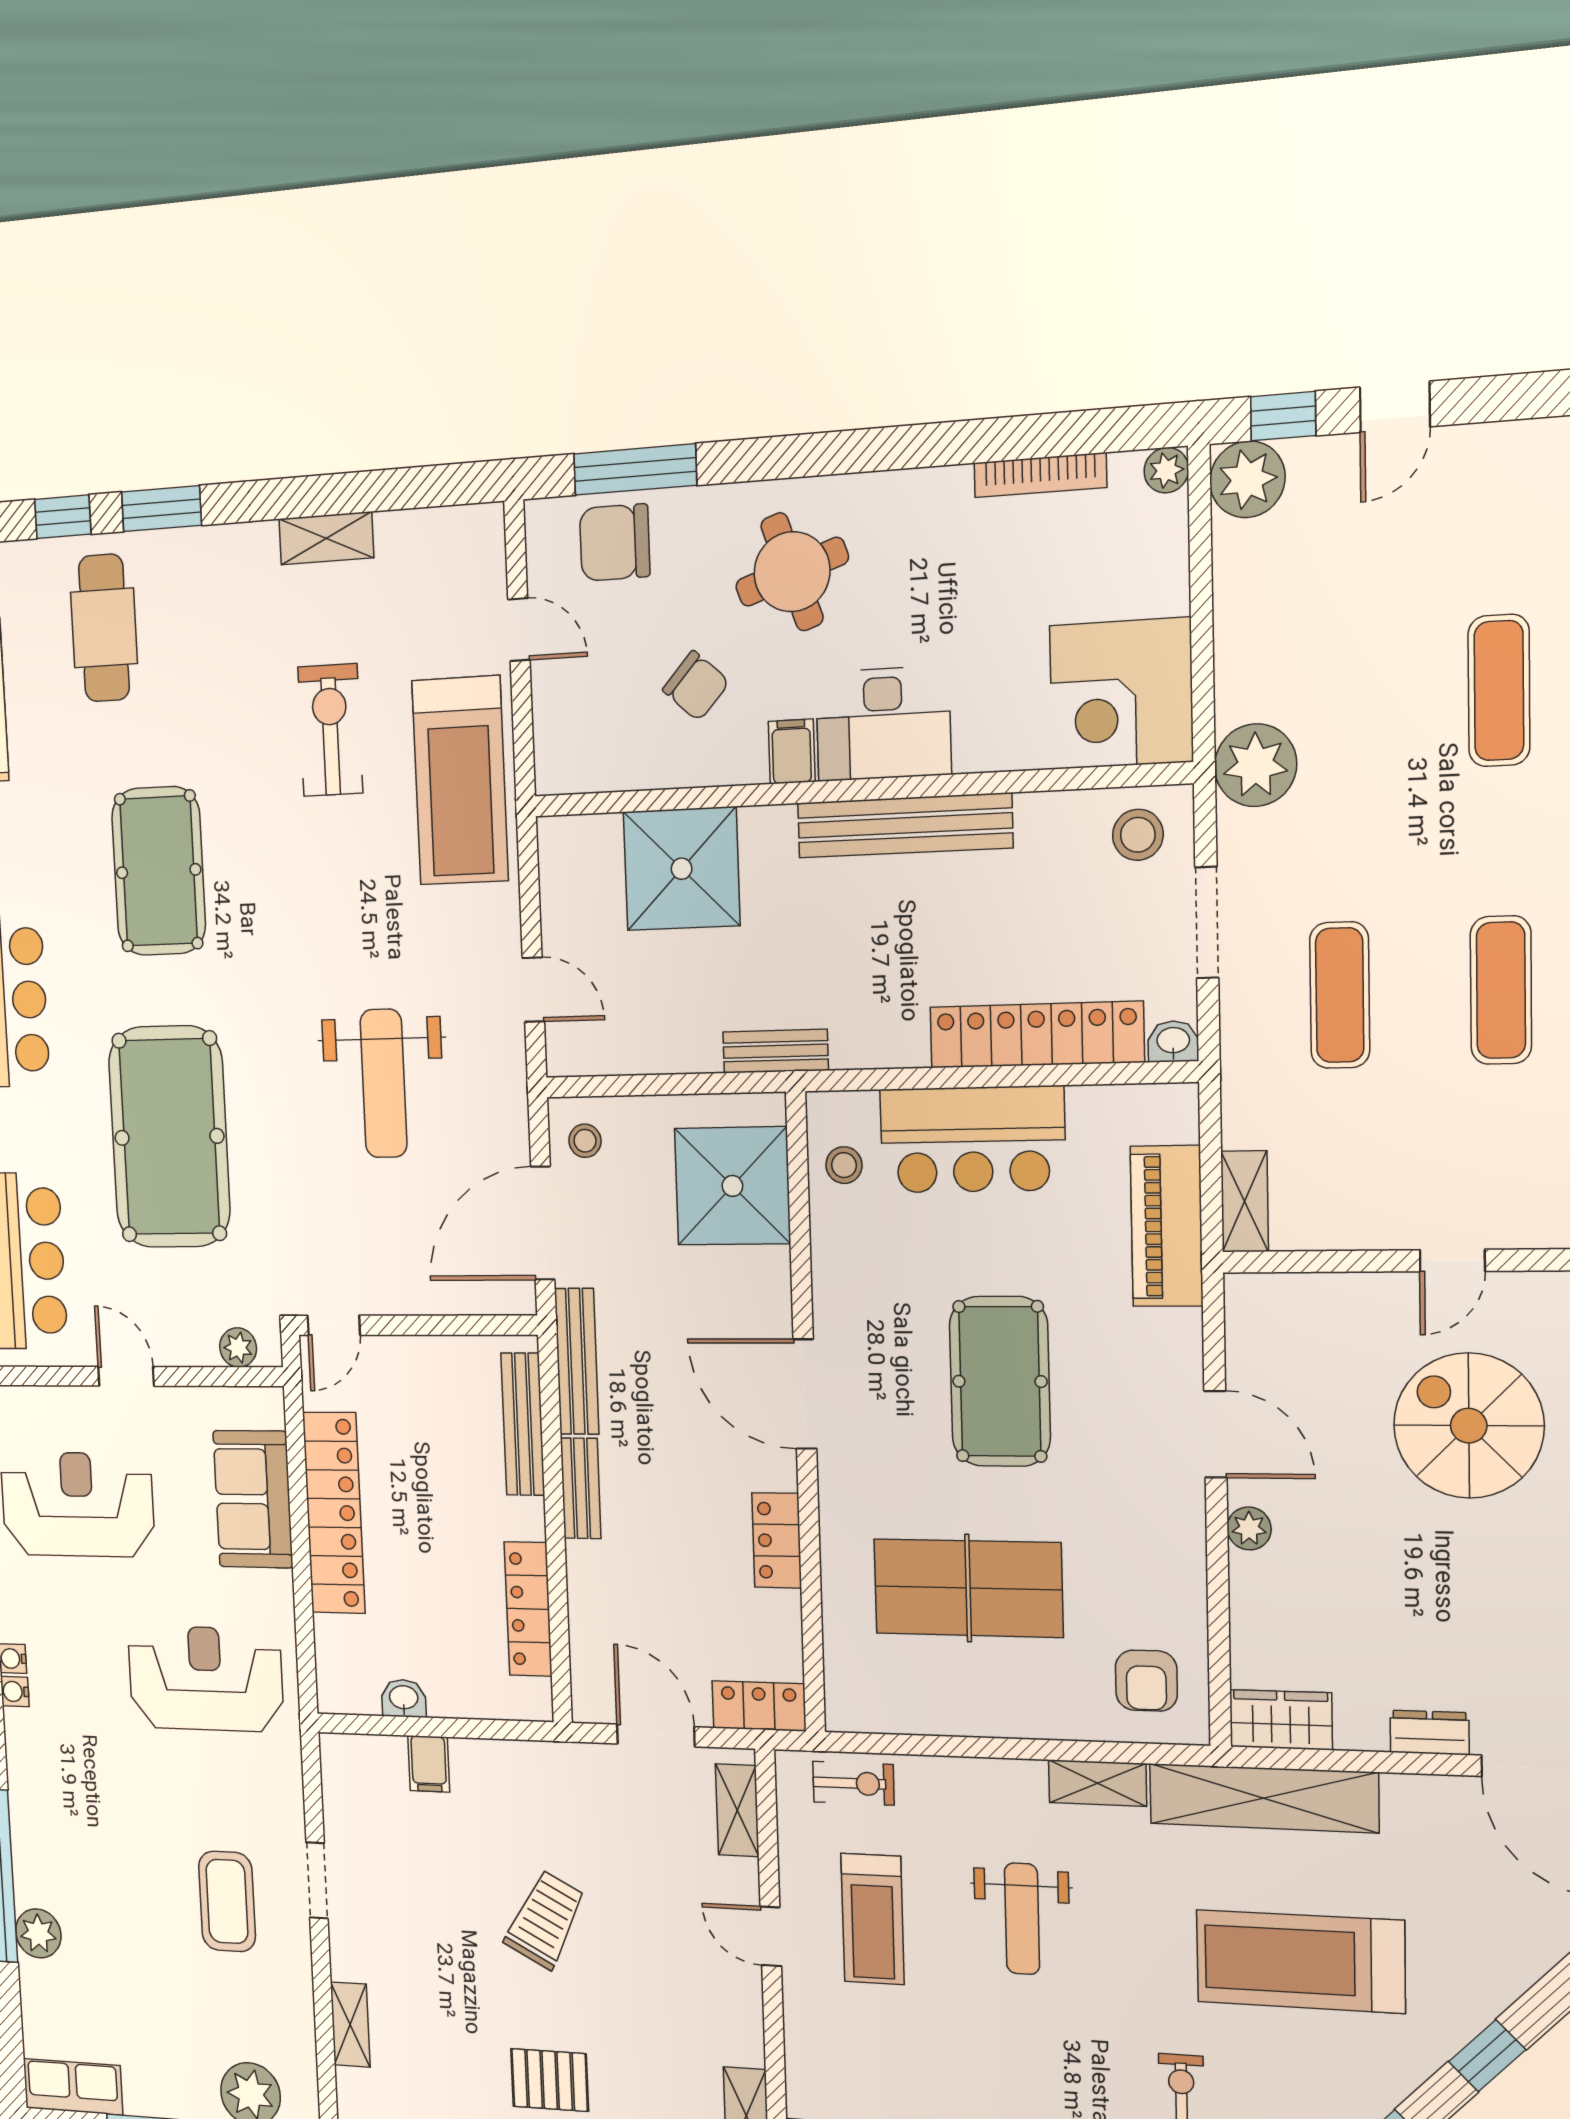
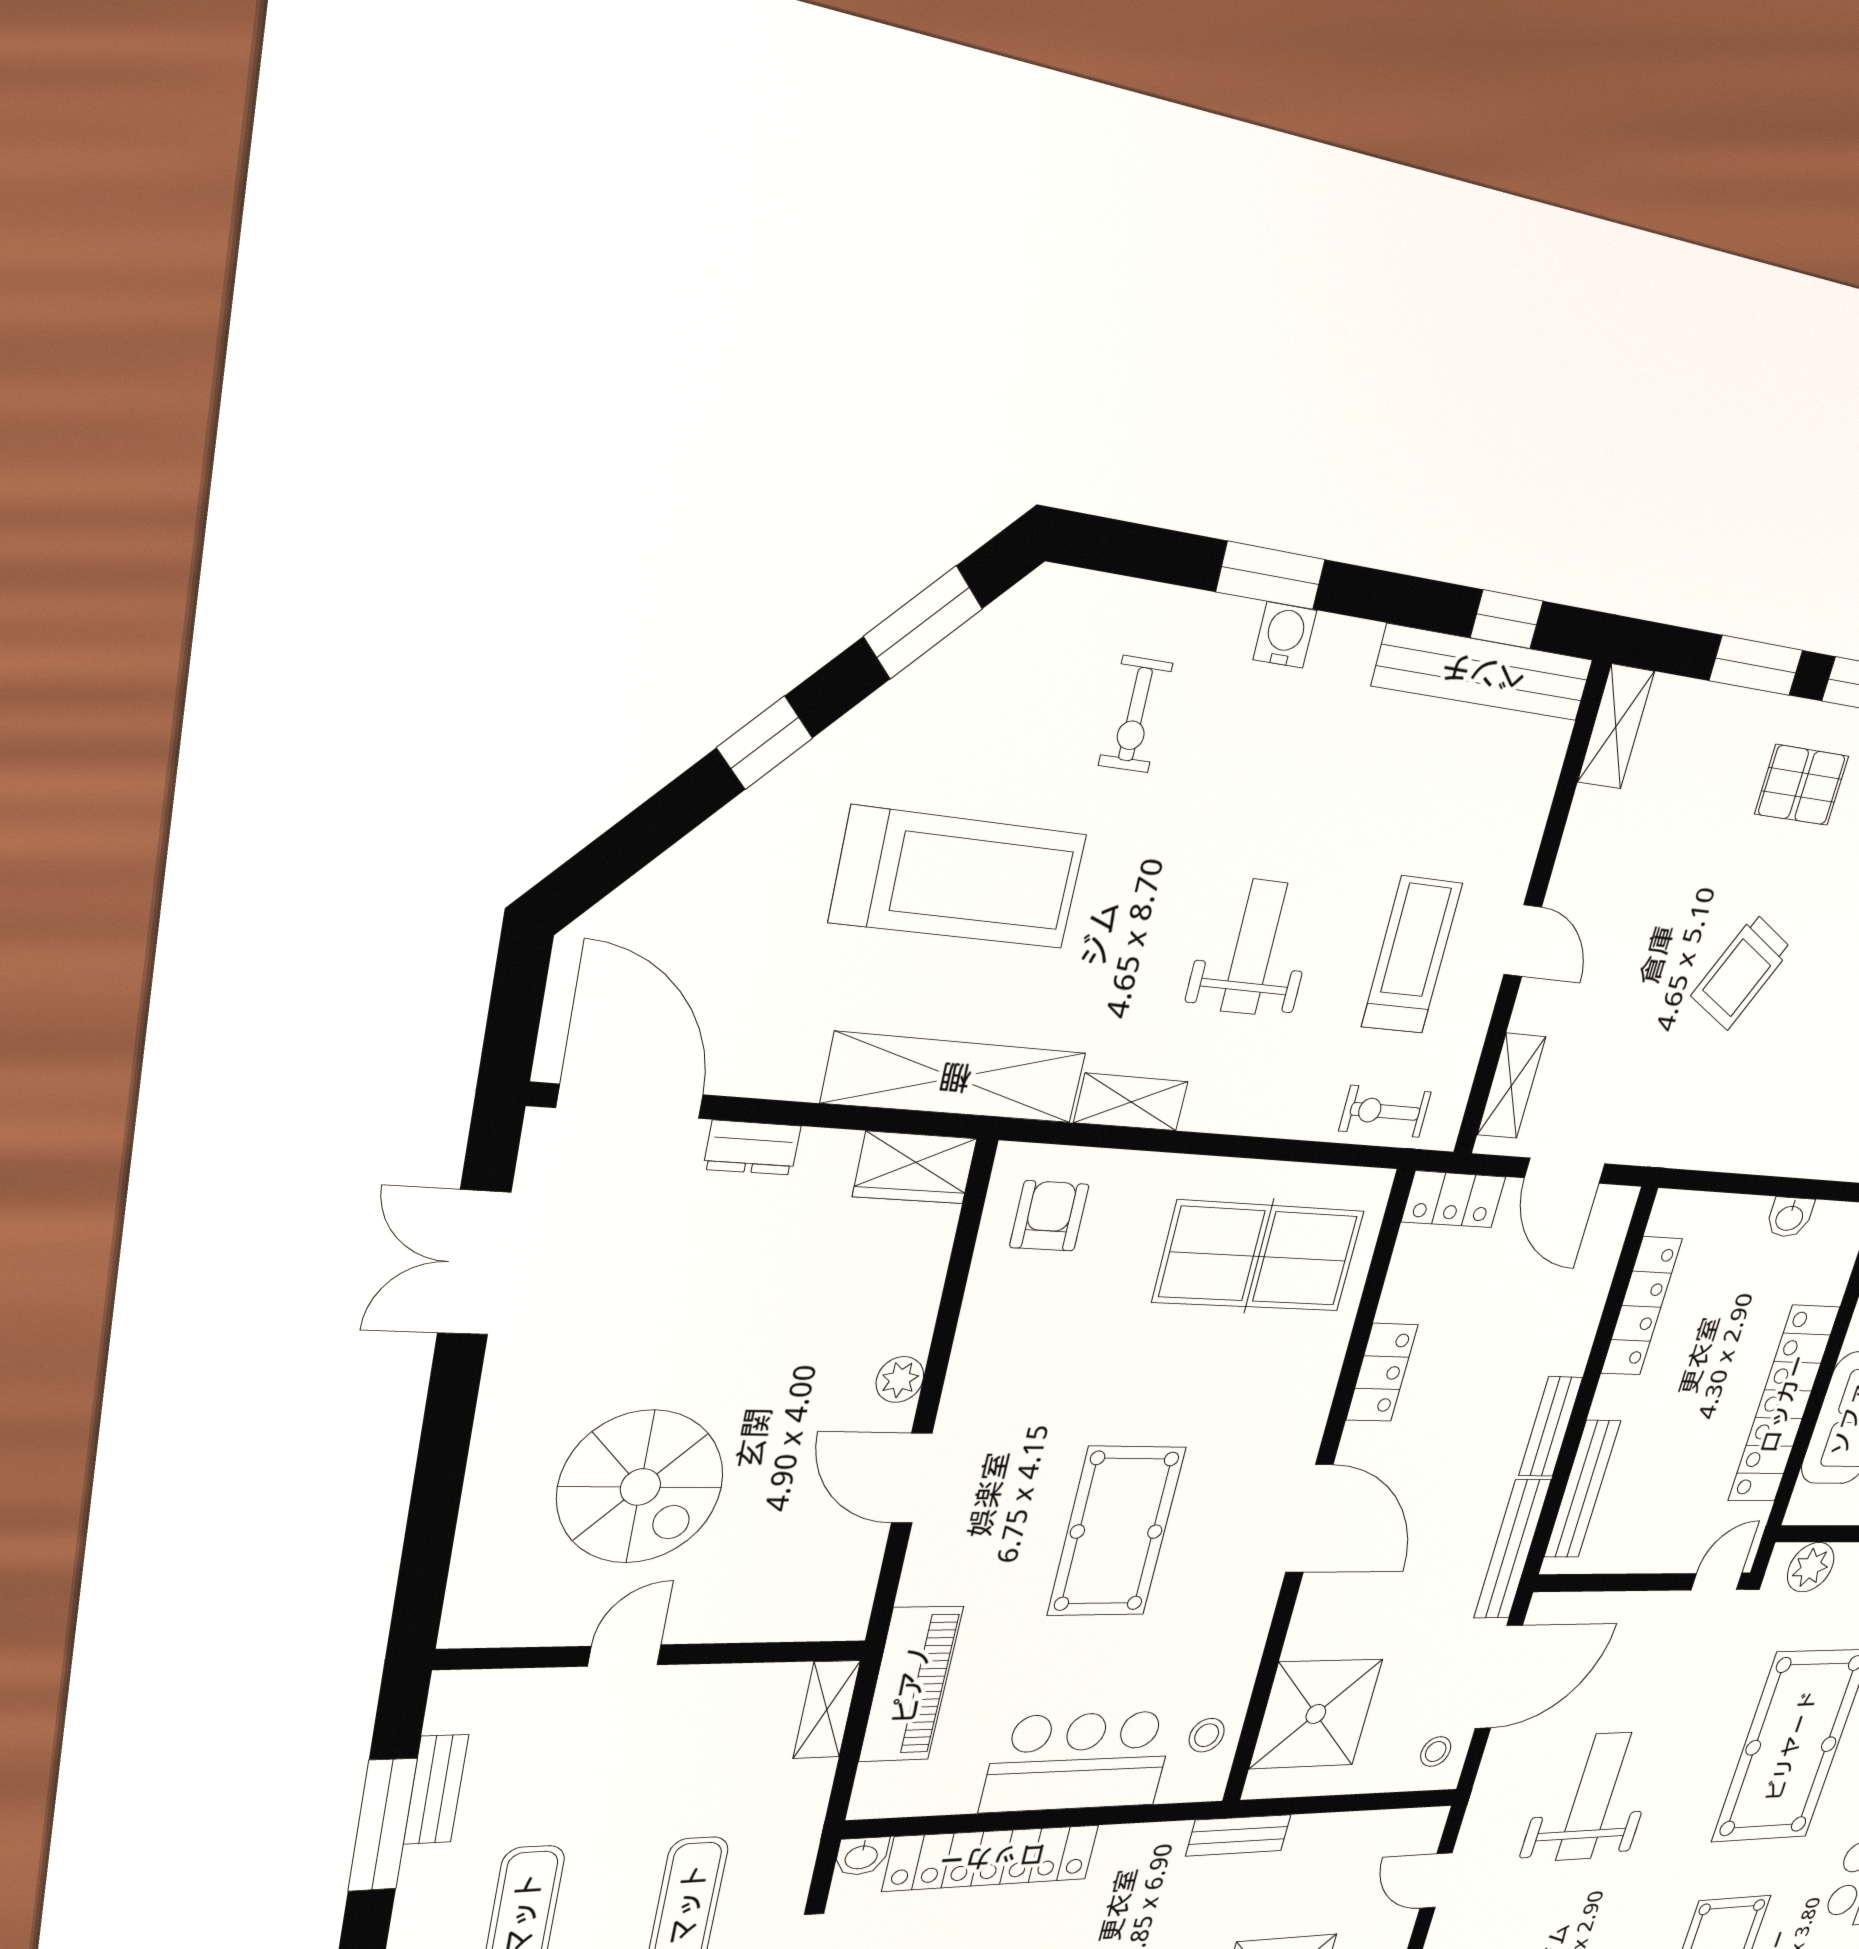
plant: (238, 1348) -> (1811, 1567), width x1.38, depth x1.38
table tennis table: (968, 1588) -> (1259, 1256), moved
filing cabinet: (429, 1764) -> (1792, 1148), removed

